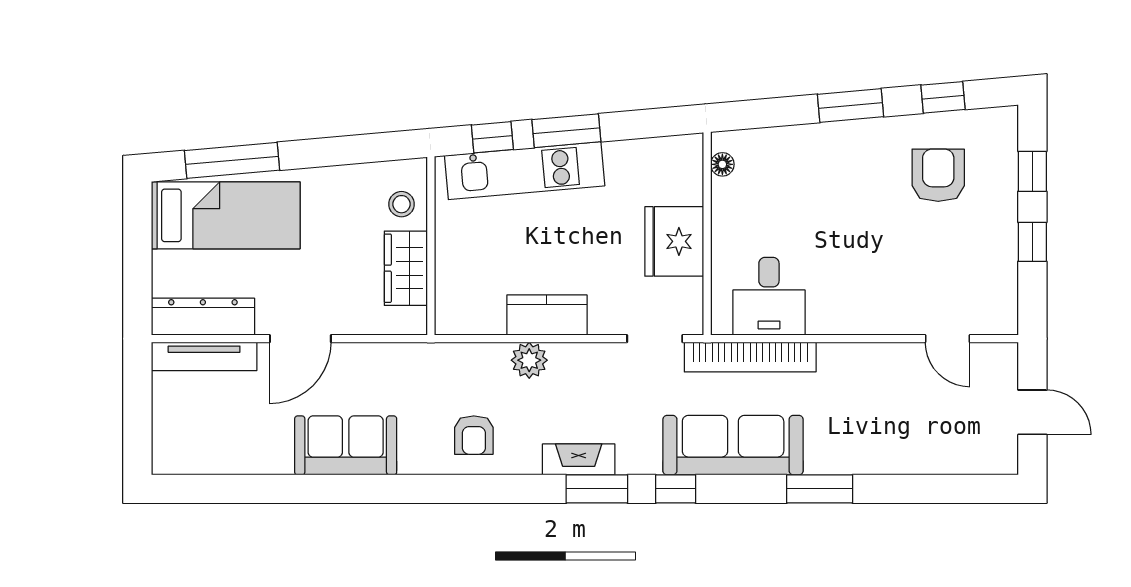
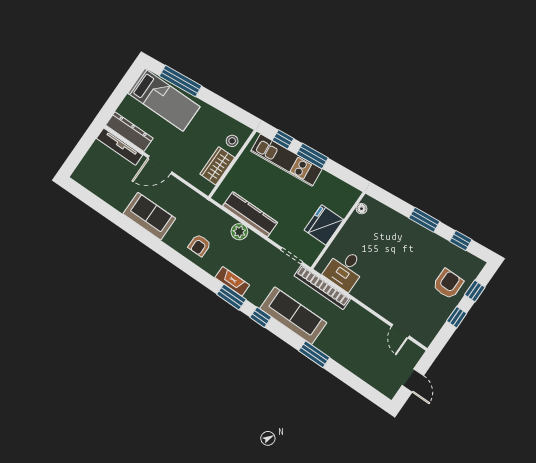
armchair: (938, 175) -> (448, 284), moved
kitchen counter: (547, 315) -> (250, 214), width x1.50

